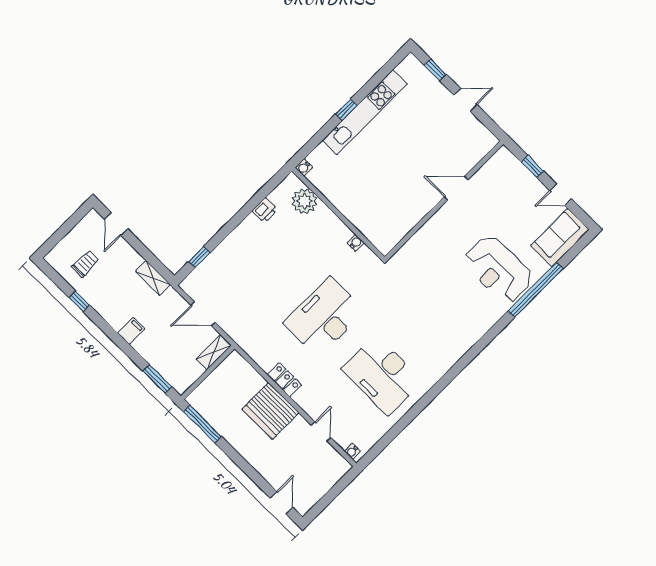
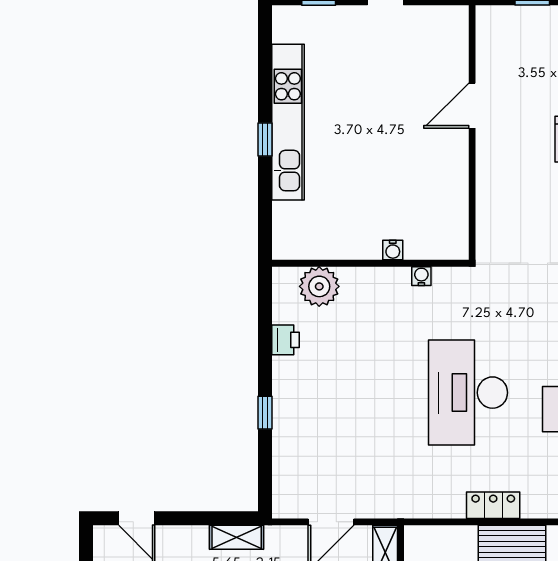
water cooler: (304, 168) -> (393, 250), moved
window: (199, 257) -> (265, 413), moved

